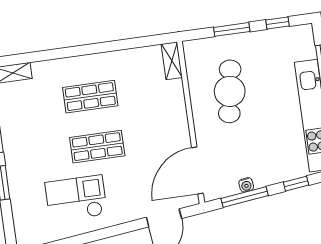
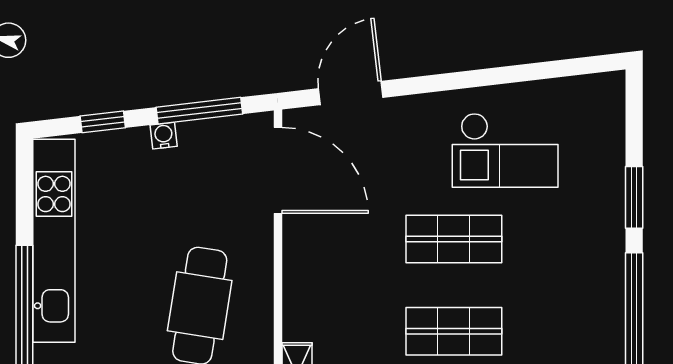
door: (197, 171) -> (278, 170), hinge flipped
water cooler: (246, 185) -> (164, 136), moved

